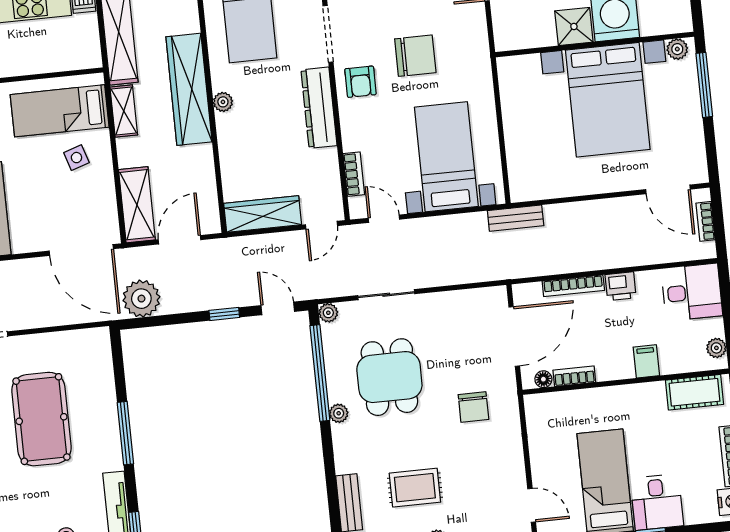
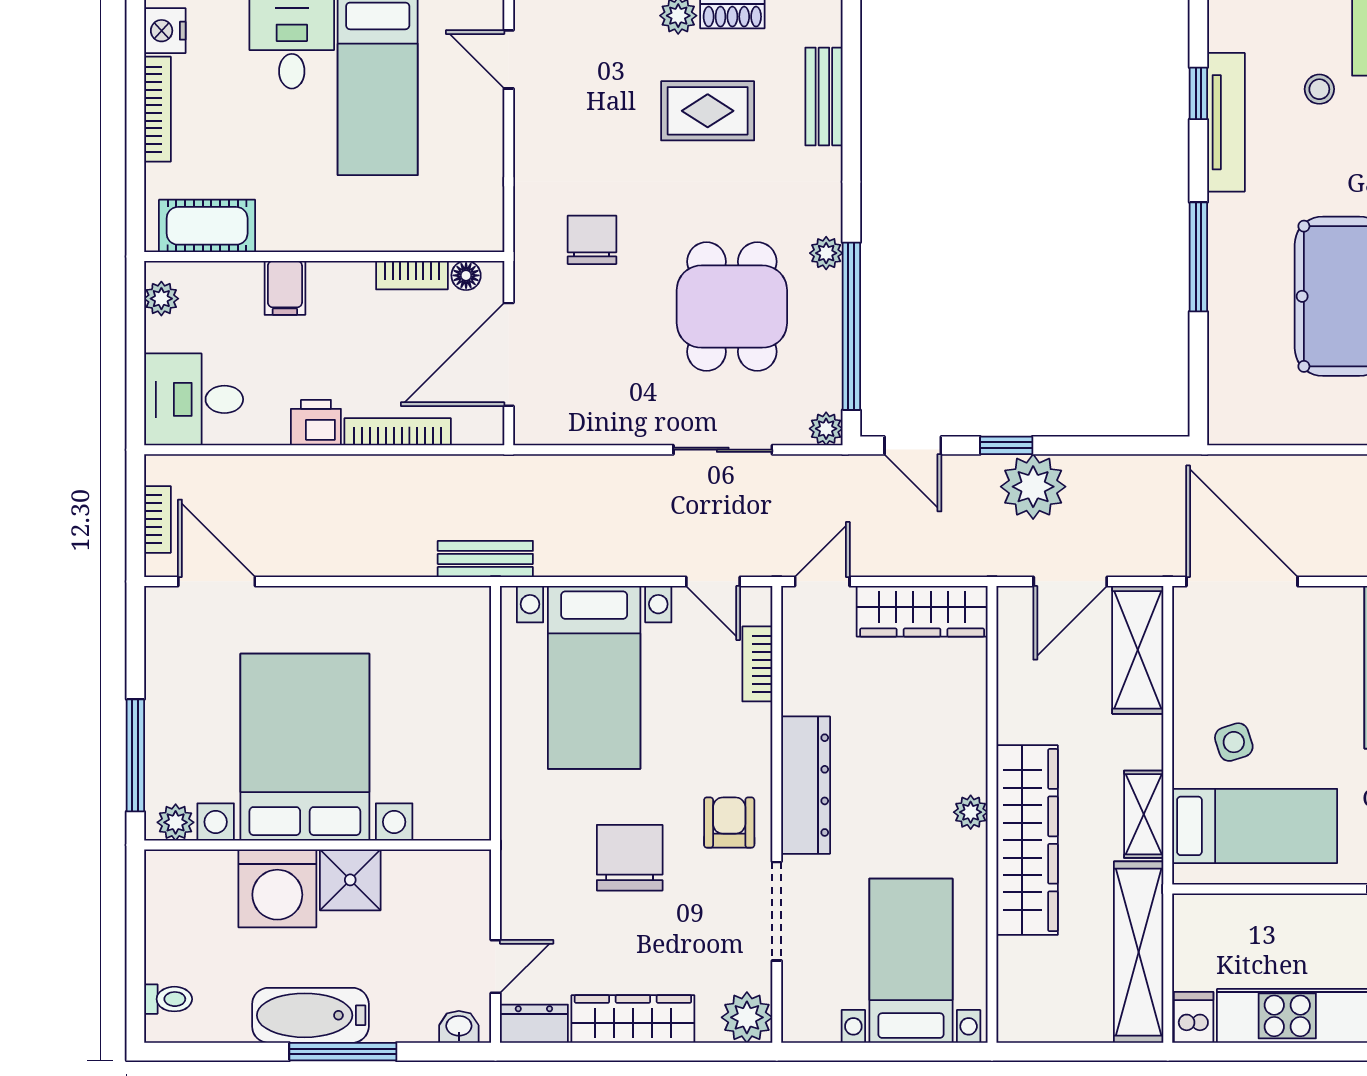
chair: (415, 56) -> (630, 858), turned 90
plant: (141, 299) -> (1033, 487), moved

